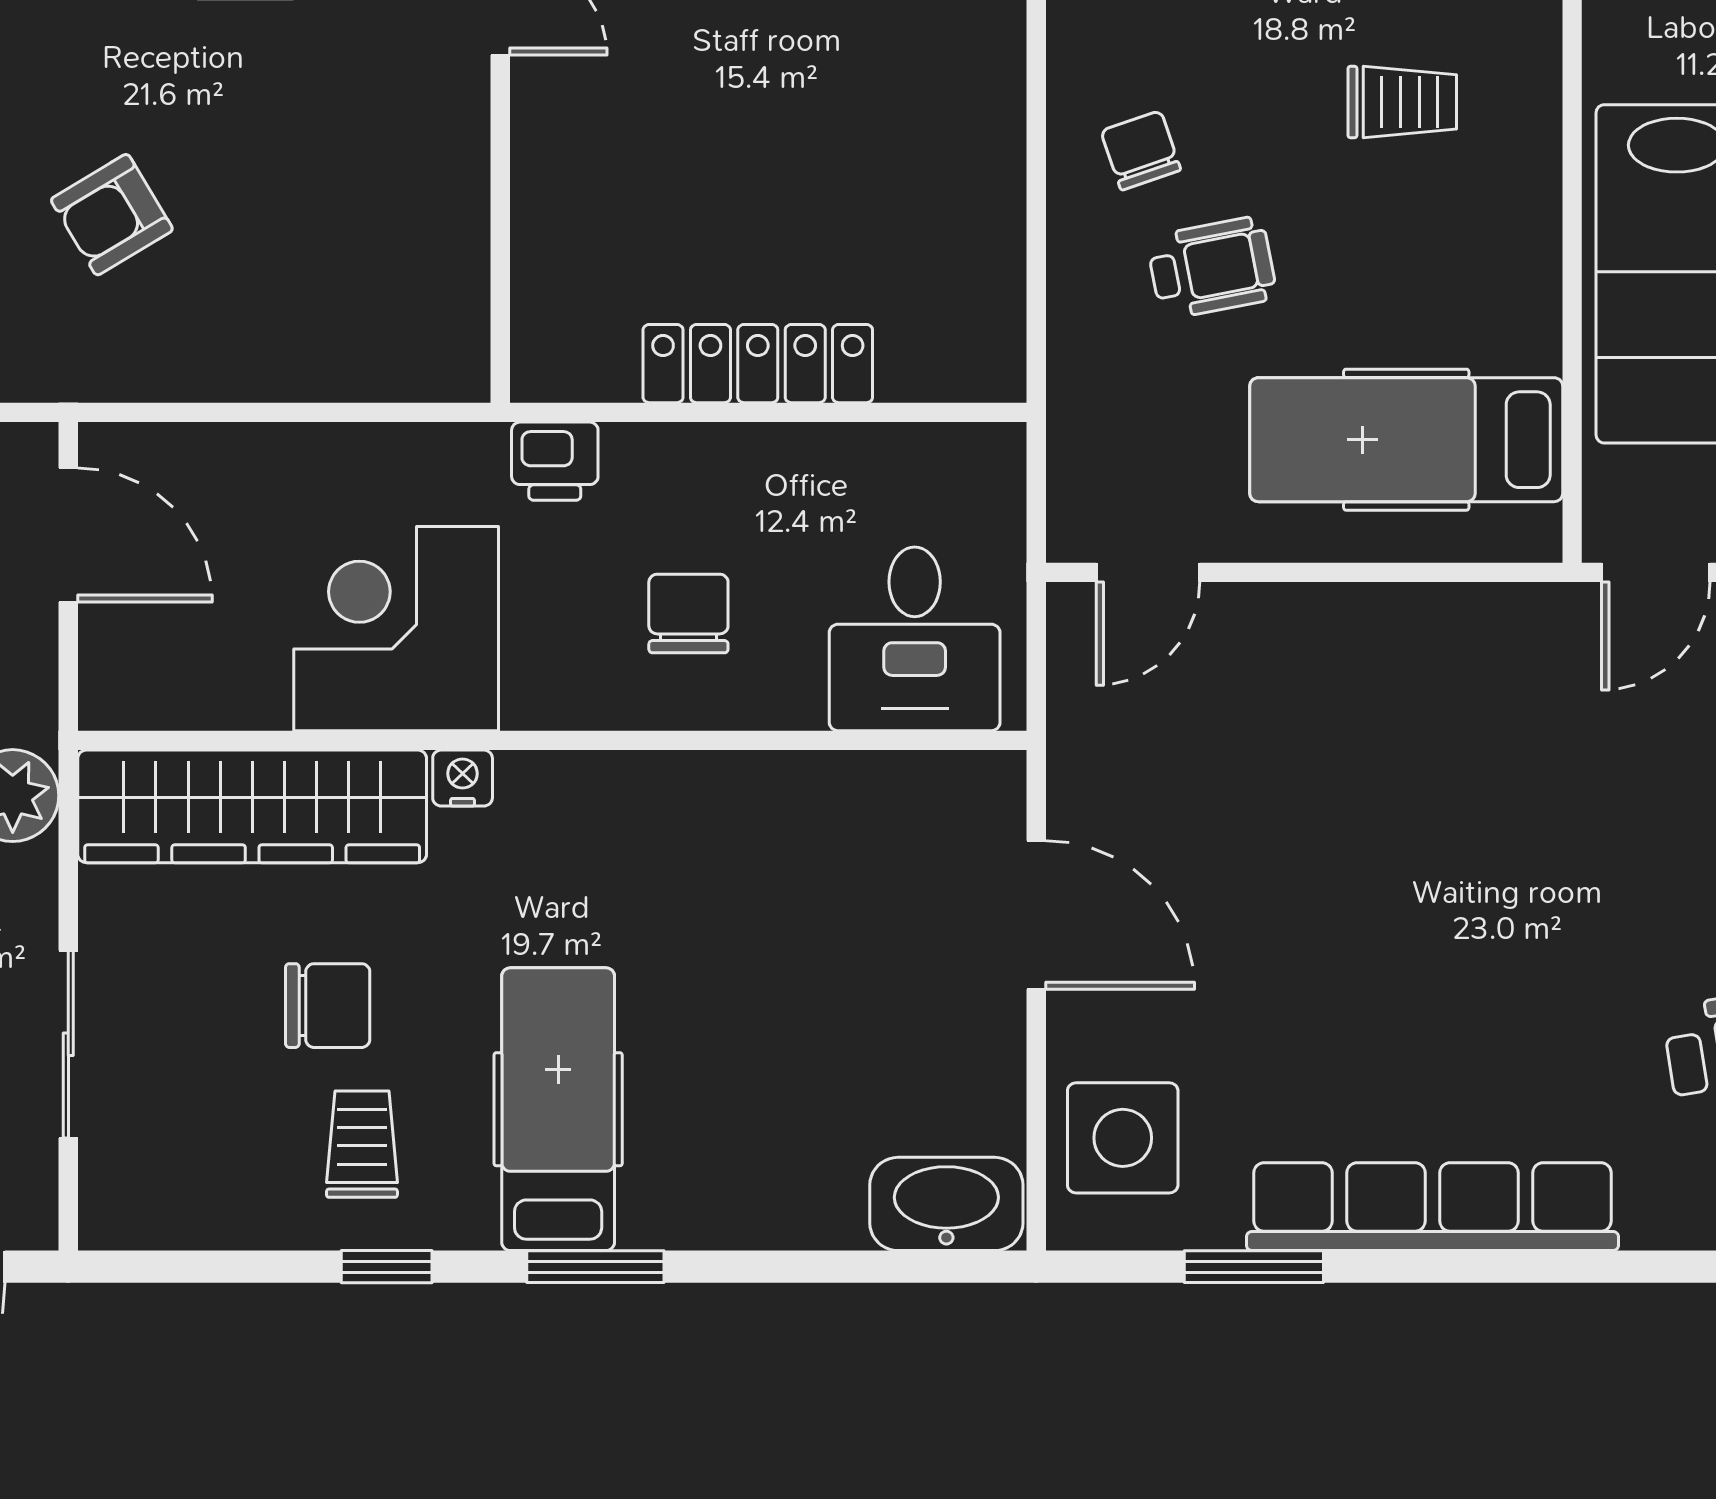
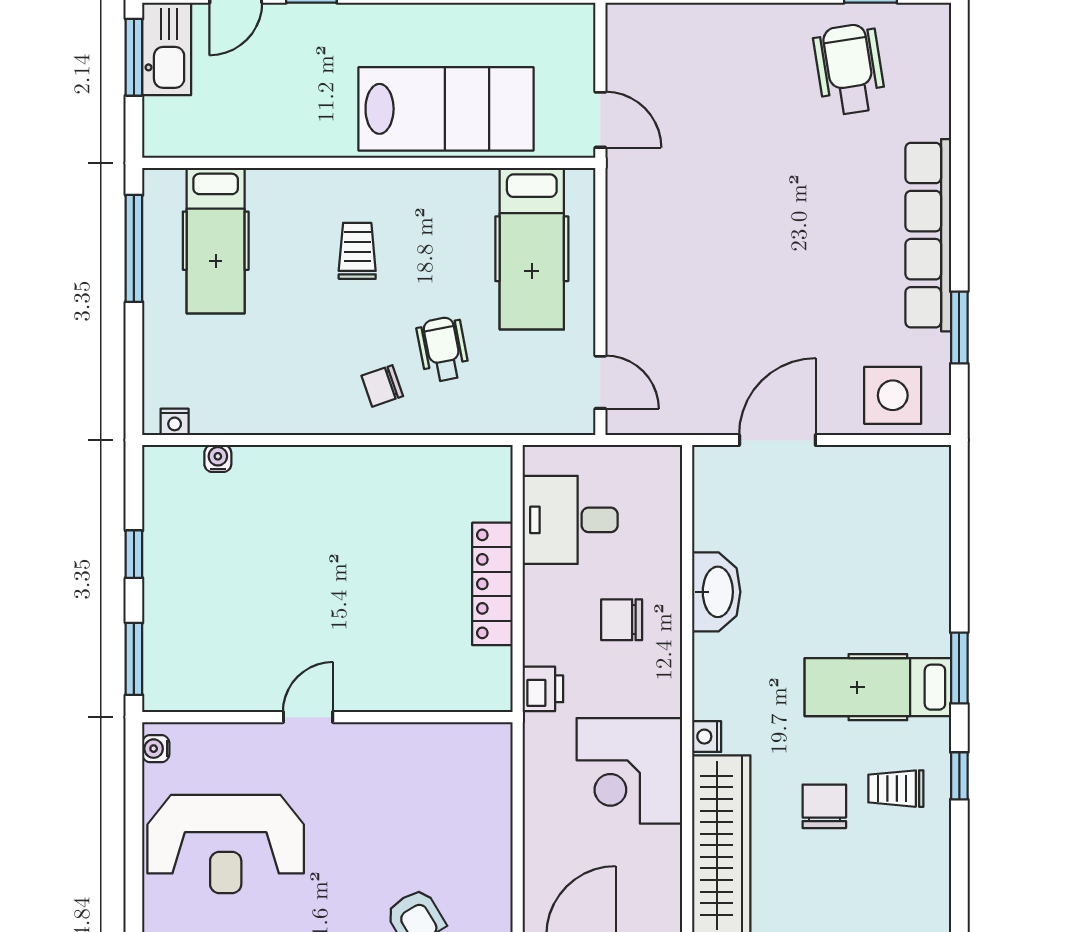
desk: (915, 639) -> (570, 520), moved, turned 180
washbasin: (946, 1204) -> (716, 592), moved, turned 180

